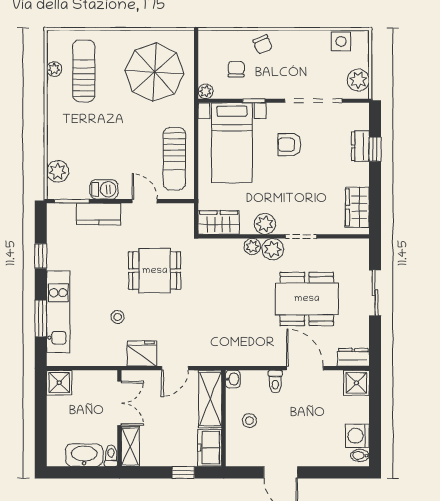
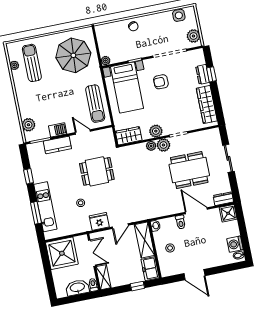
chair: (236, 69) -> (121, 44), removed
wardrobe: (357, 207) -> (207, 105), width x1.50
shower: (59, 383) -> (62, 253), width x1.86, depth x1.86

